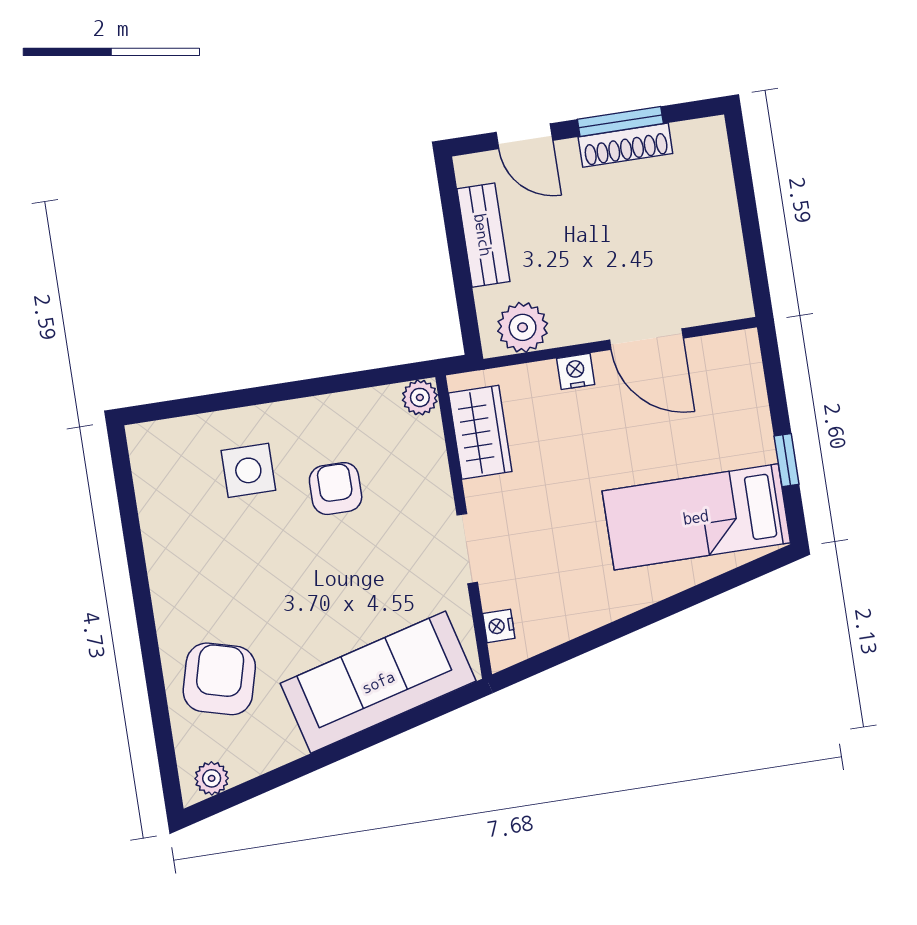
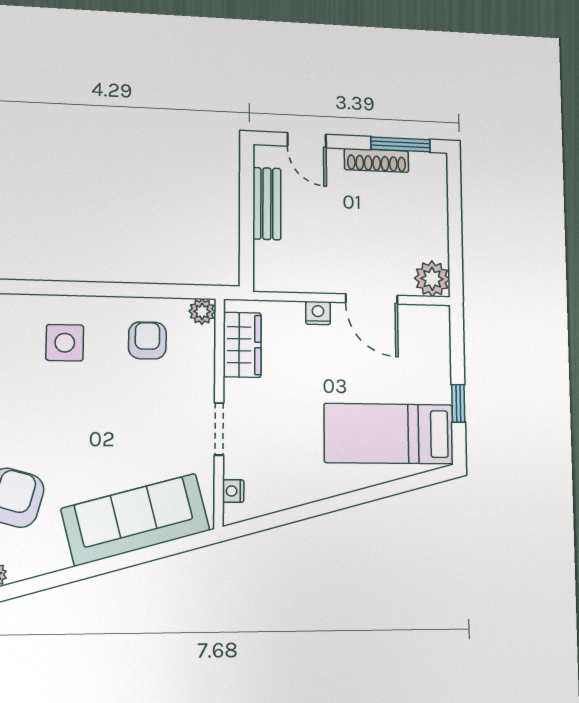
window: (620, 121) -> (400, 144), moved
plant: (523, 327) -> (432, 279), moved
armchair: (336, 489) -> (147, 340), moved

